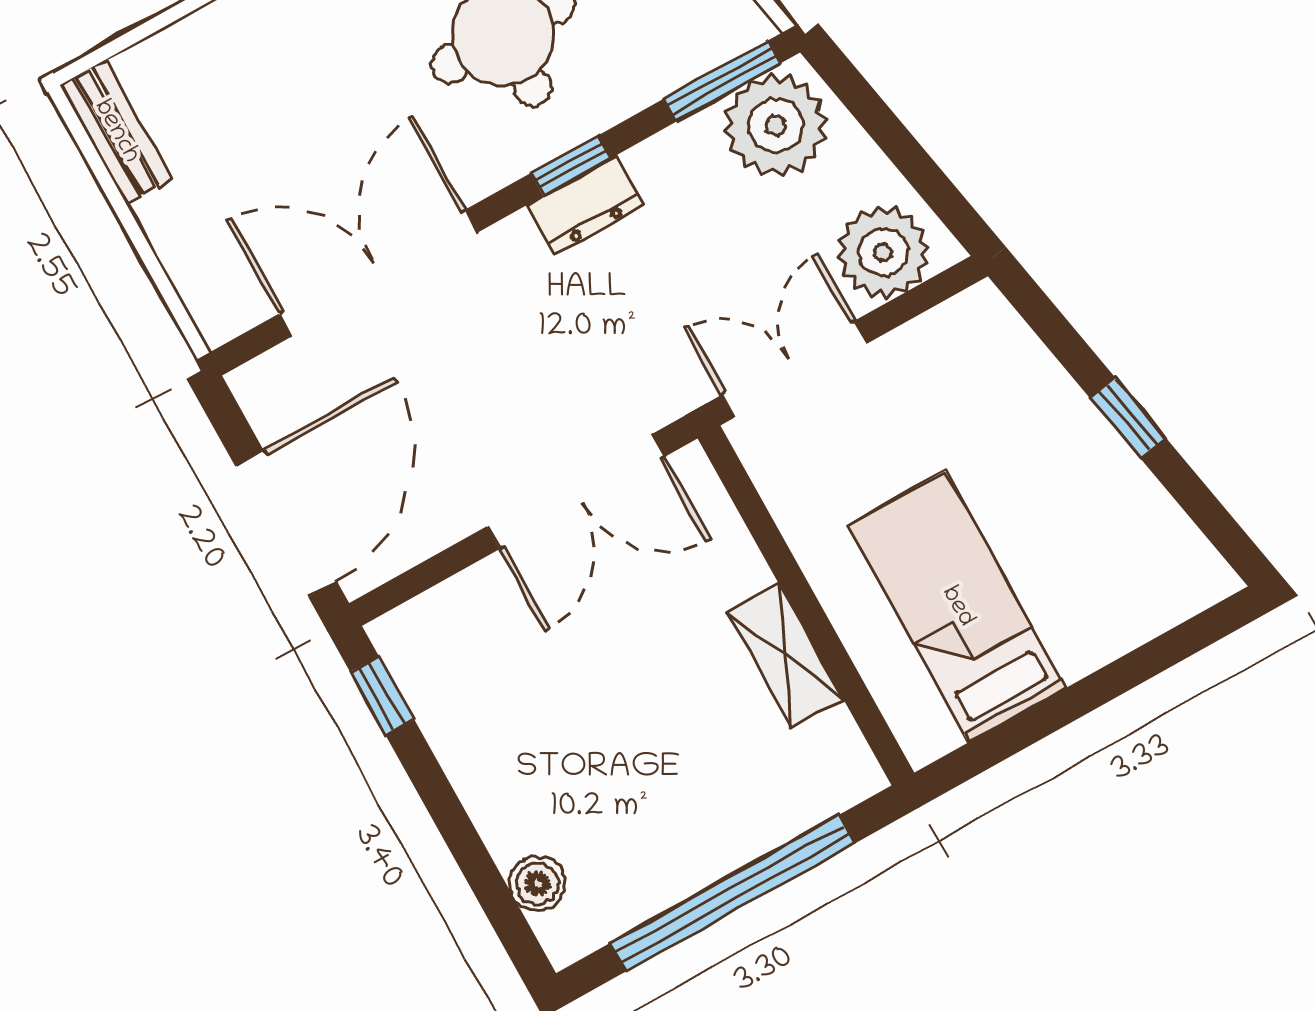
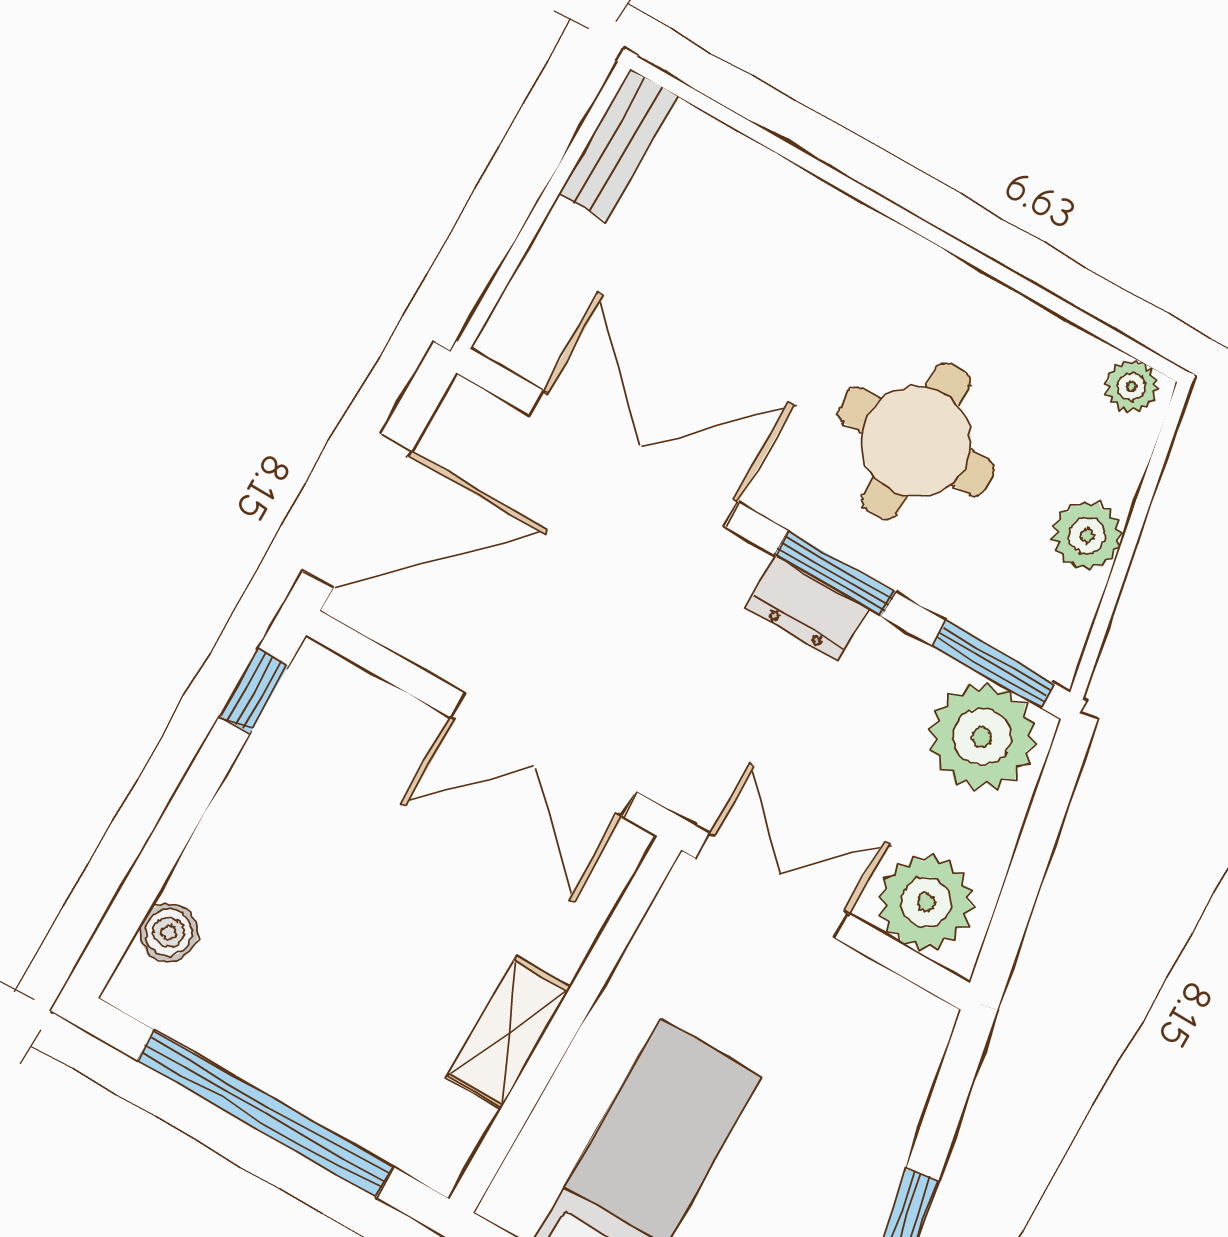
window: (571, 166) -> (835, 573), width x1.50

